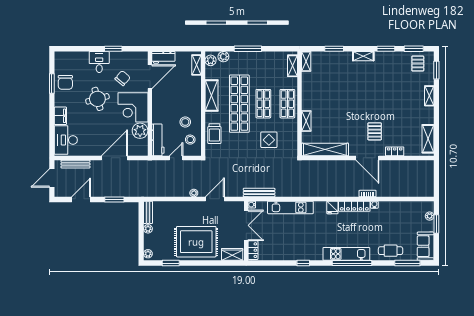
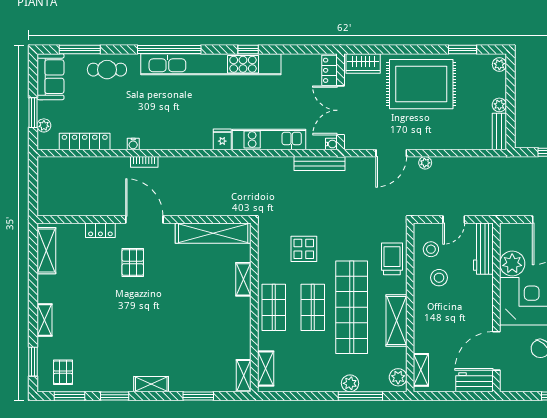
window: (248, 49) -> (360, 396), moved
plant: (223, 57) -> (350, 383), moved
locker: (354, 206) -> (85, 141), moved
fridge: (332, 207) -> (222, 139), moved
kitchen unit: (346, 254) -> (211, 64), width x1.86

